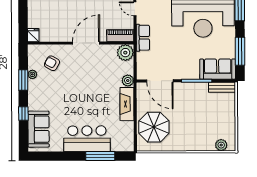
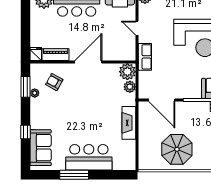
piano: (120, 36) -> (56, 55), moved
window: (23, 80) -> (26, 87), moved
plant: (128, 81) -> (130, 87), moved
parasol: (154, 127) -> (177, 149), moved
window: (100, 156) -> (74, 175), moved

